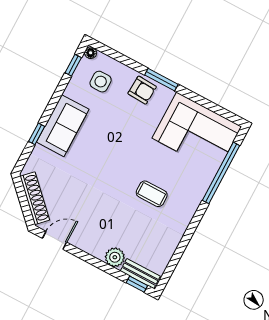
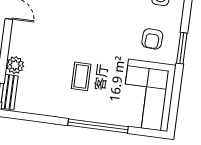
armchair: (142, 90) -> (152, 39), moved
window: (221, 173) -> (98, 126), moved

